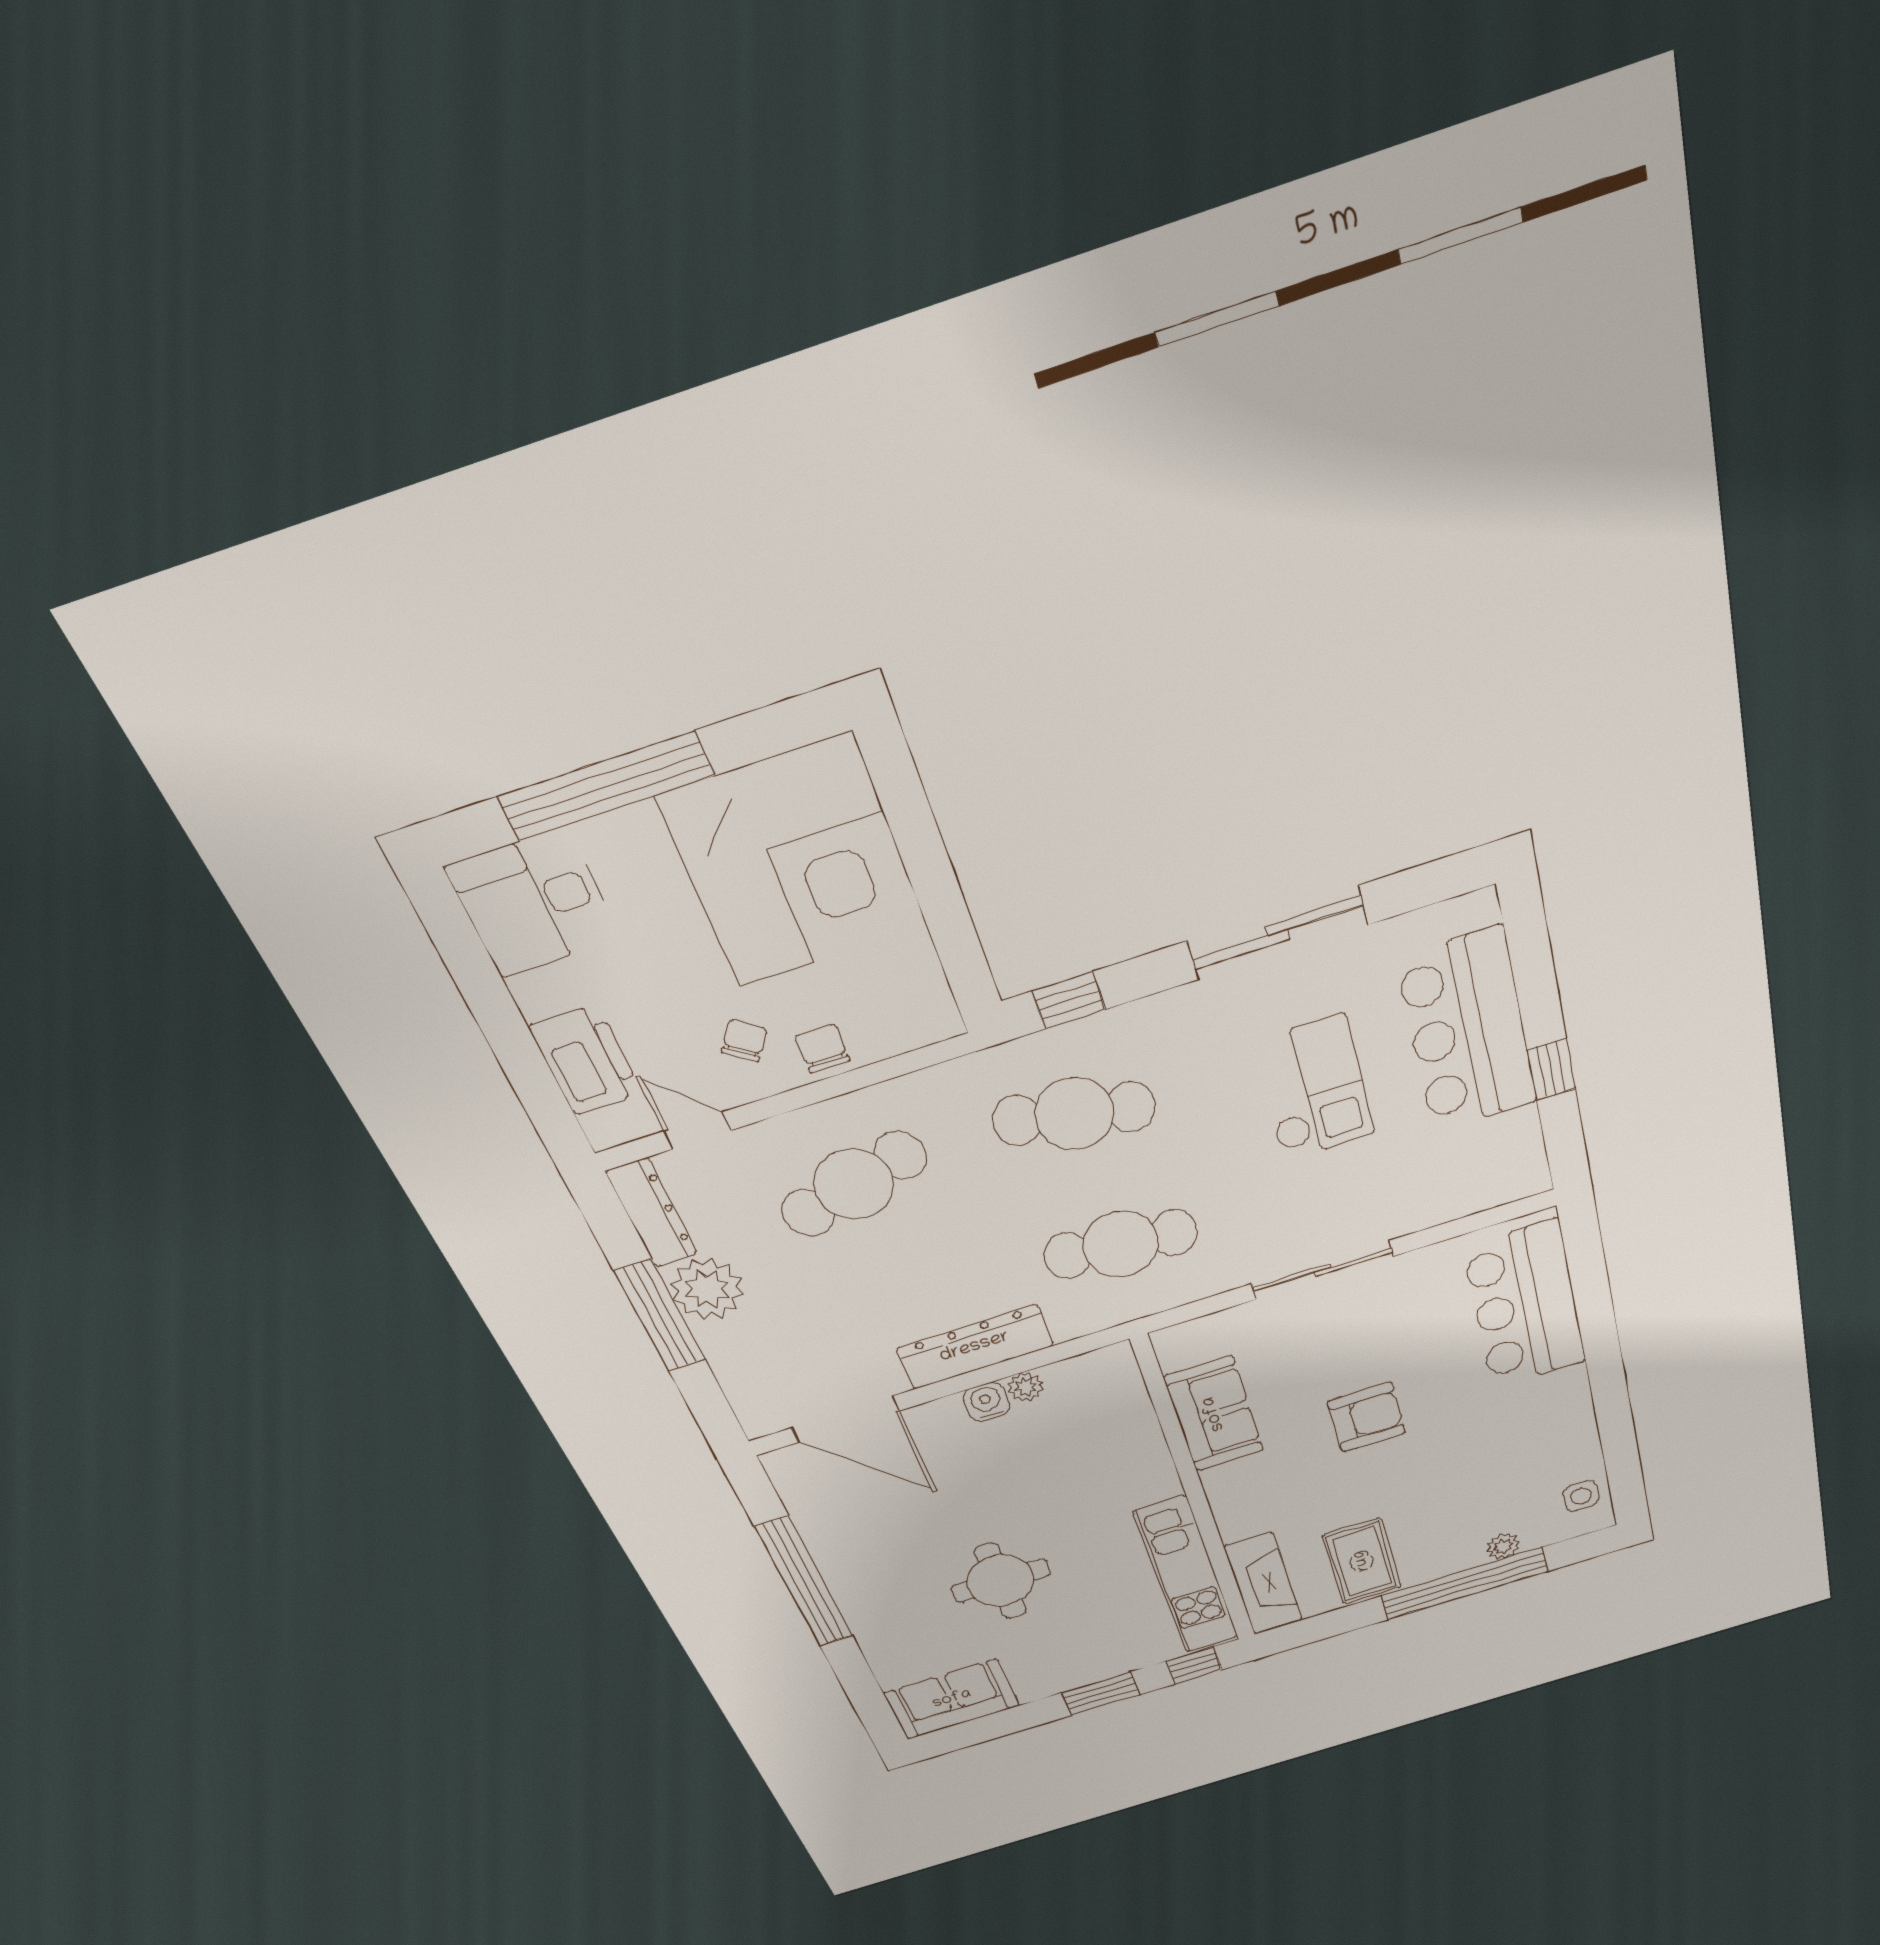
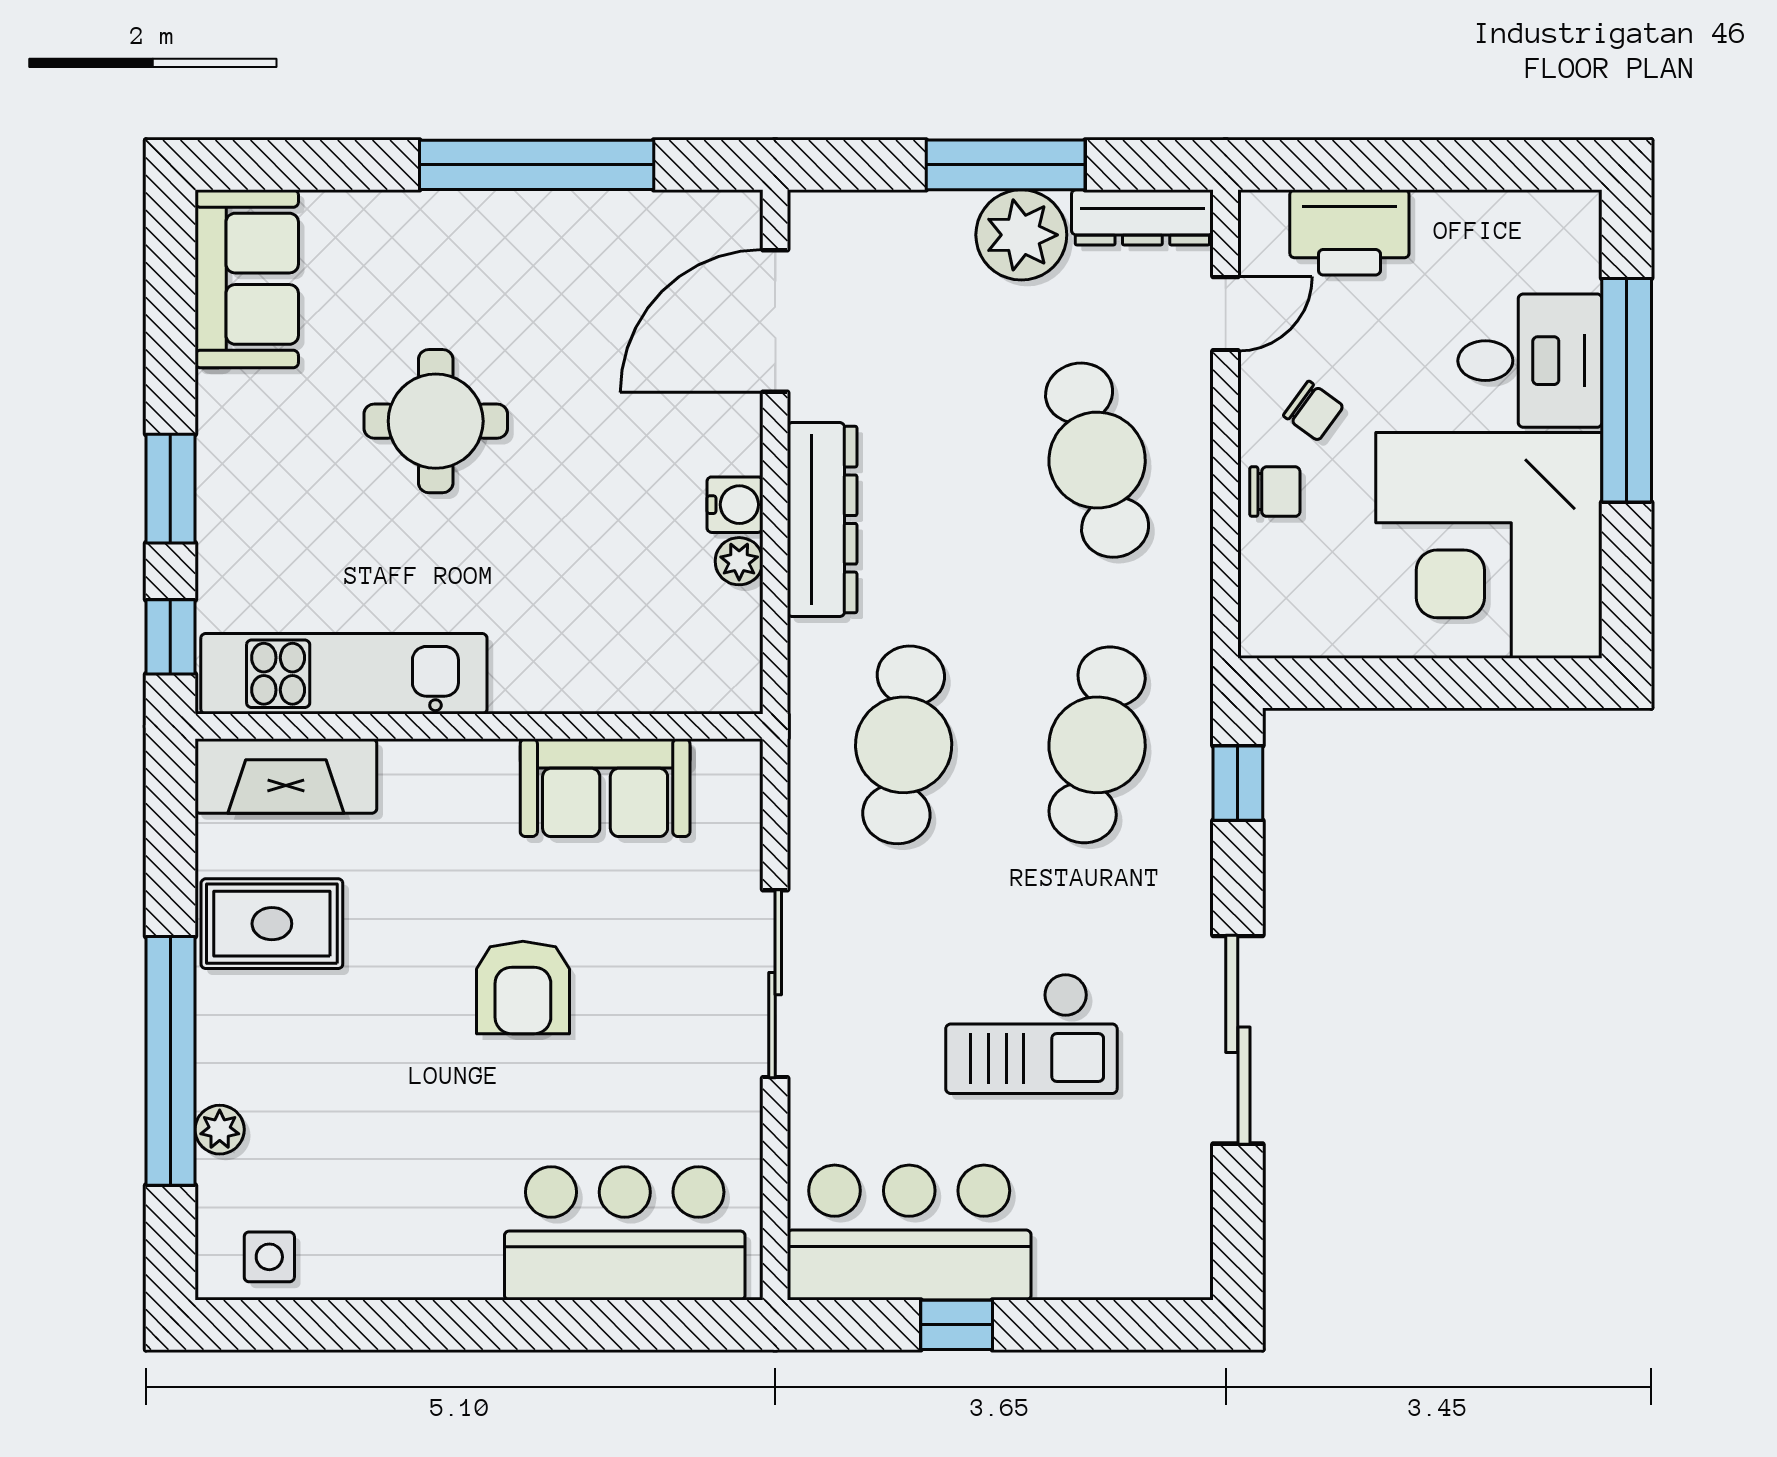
desk: (534, 903) -> (1530, 361), moved, turned 90
bar counter: (1467, 1031) -> (909, 1233), moved

